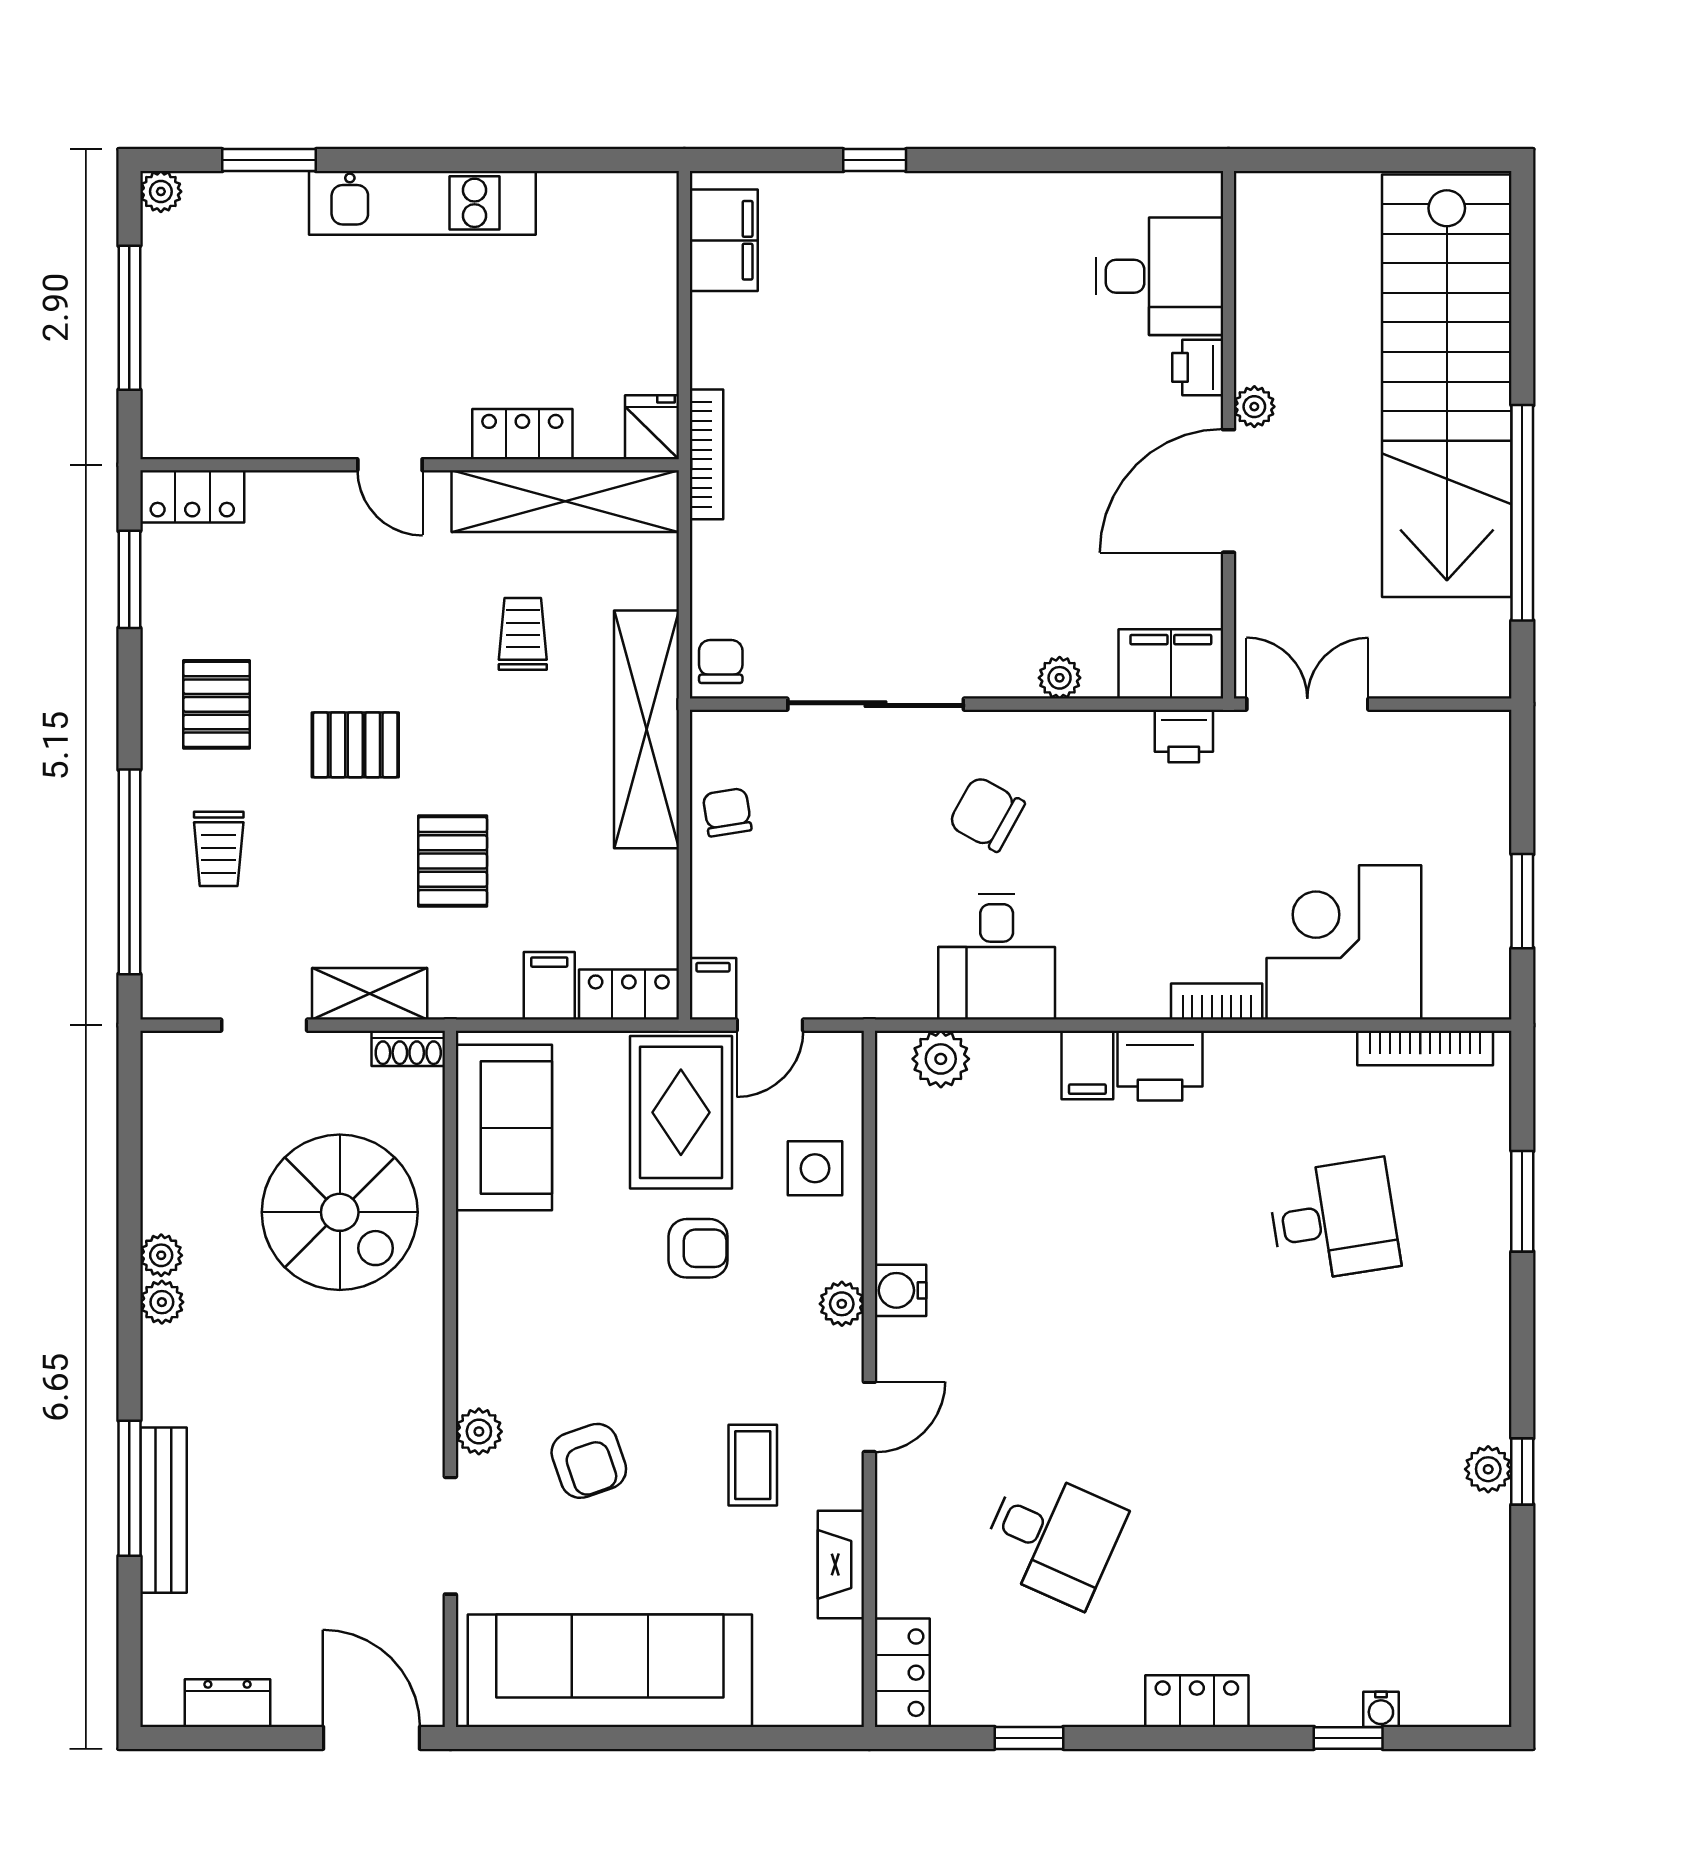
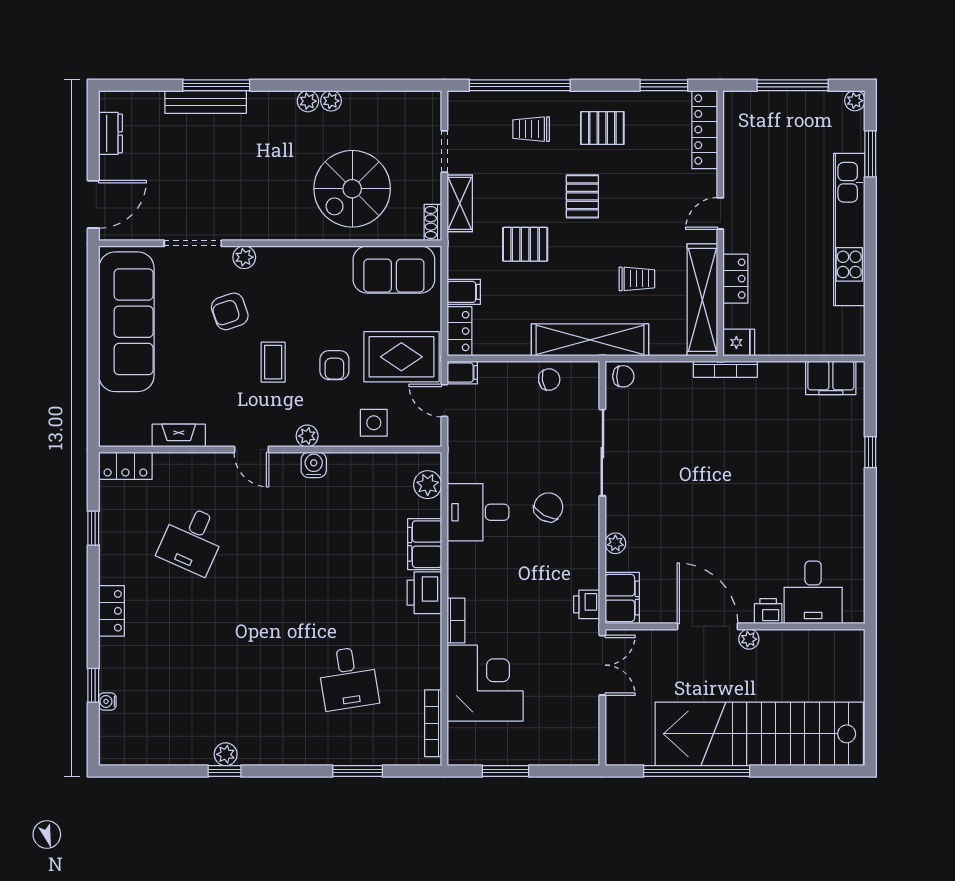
kitchen unit: (422, 203) -> (849, 229), width x1.36
locker: (192, 496) -> (705, 130), width x1.53
filing cabinet: (1087, 1065) -> (425, 544), width x2.00
coffee table: (753, 1465) -> (273, 362), moved, turned 90

